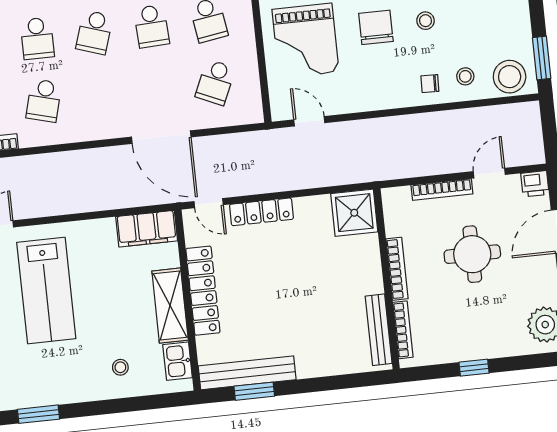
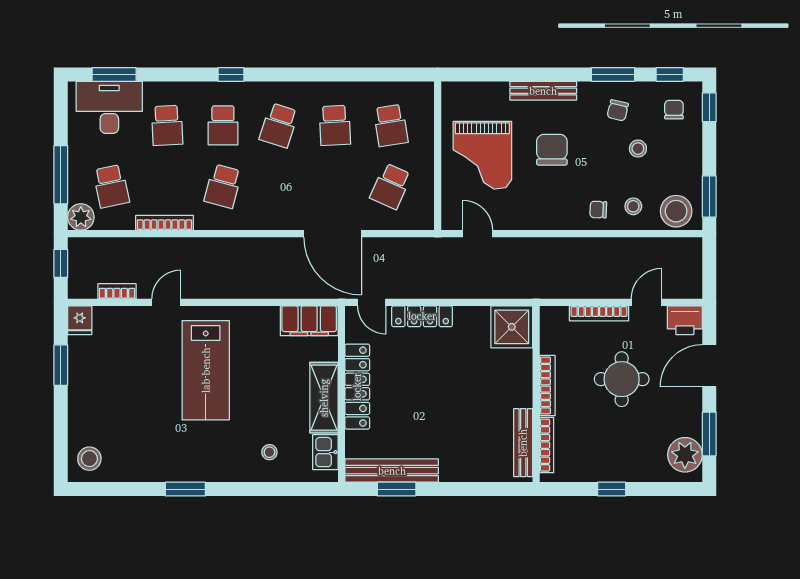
stool: (426, 21) -> (638, 149), moved
printer: (535, 184) -> (685, 320), width x1.36, depth x1.24

